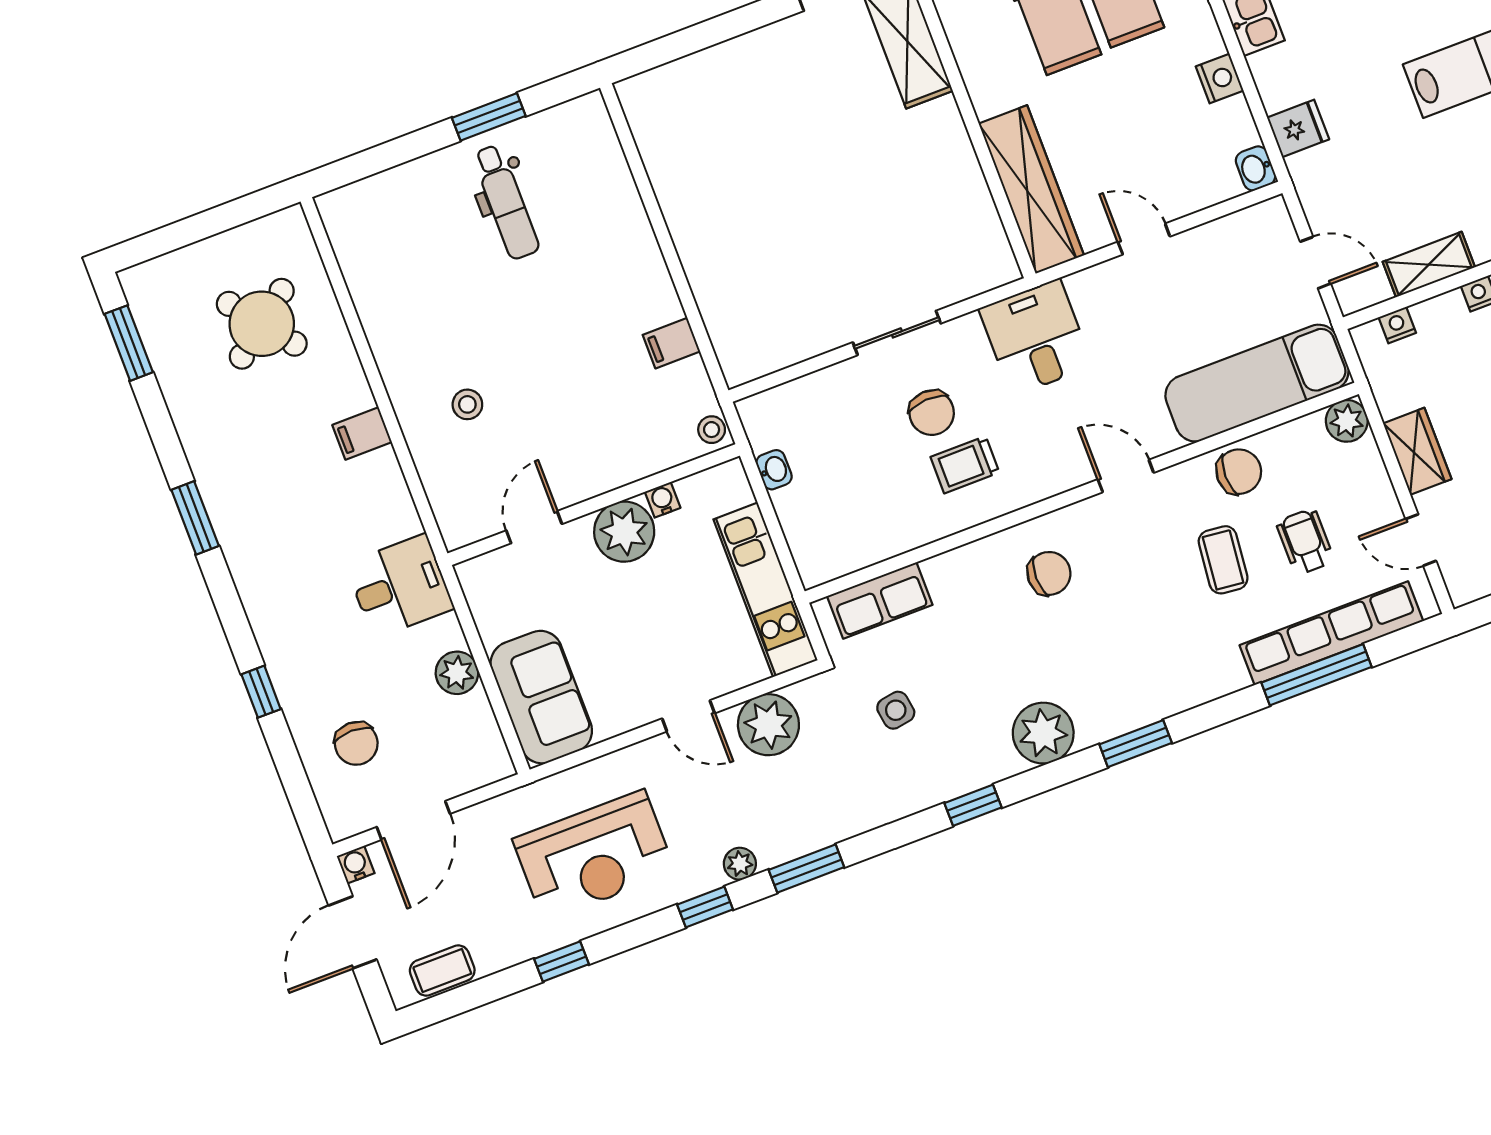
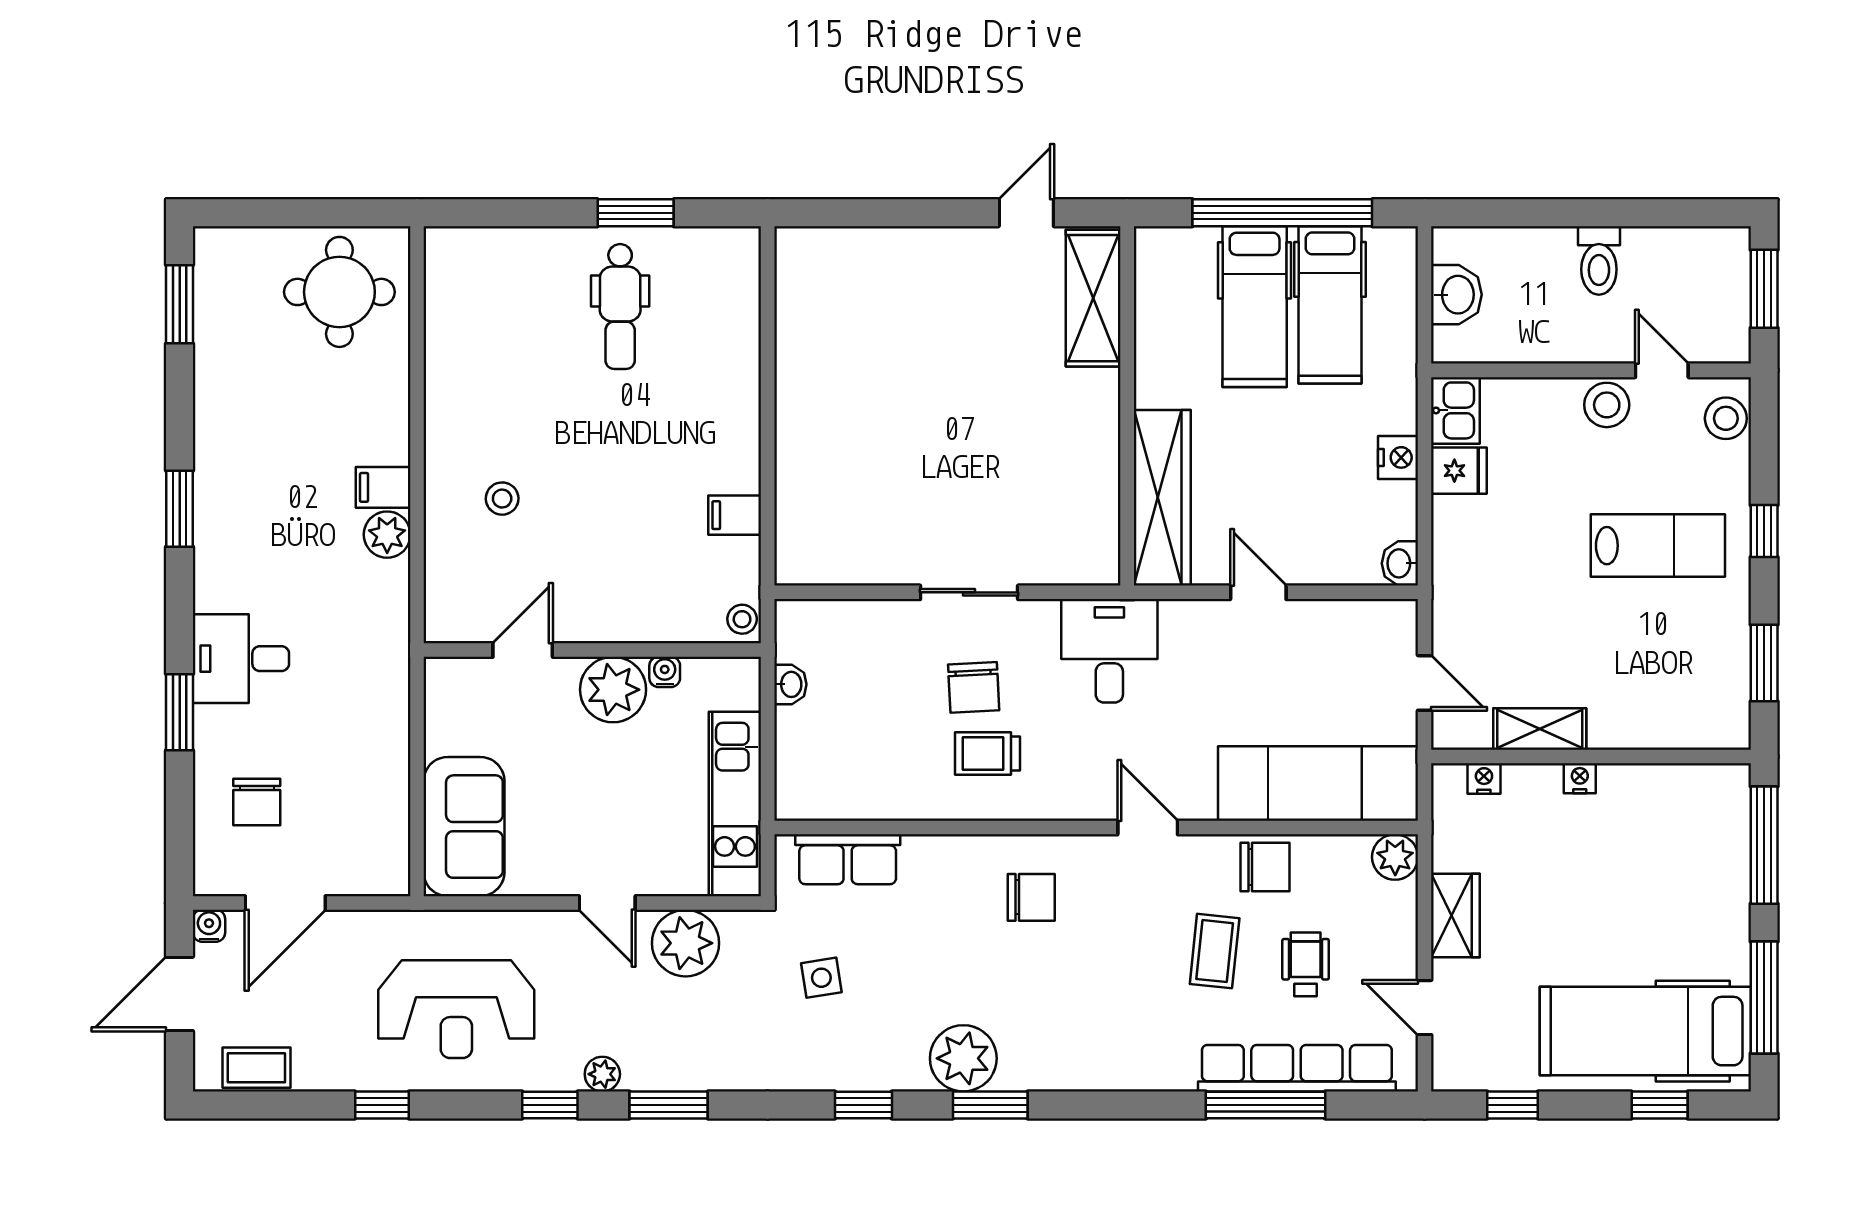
fridge: (1298, 128) -> (1459, 471), moved
round table: (262, 324) -> (339, 292), moved, turned 38
desk: (400, 586) -> (241, 659), moved, turned 180
plant: (457, 673) -> (387, 535), moved
window: (261, 692) -> (180, 712), width x1.50
window: (1136, 744) -> (990, 1105), moved

